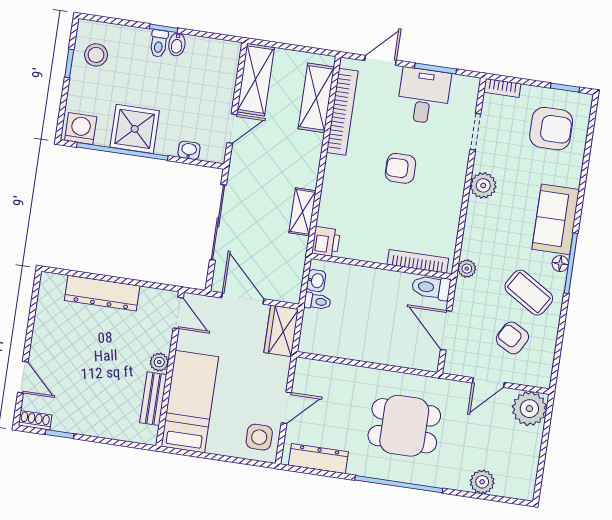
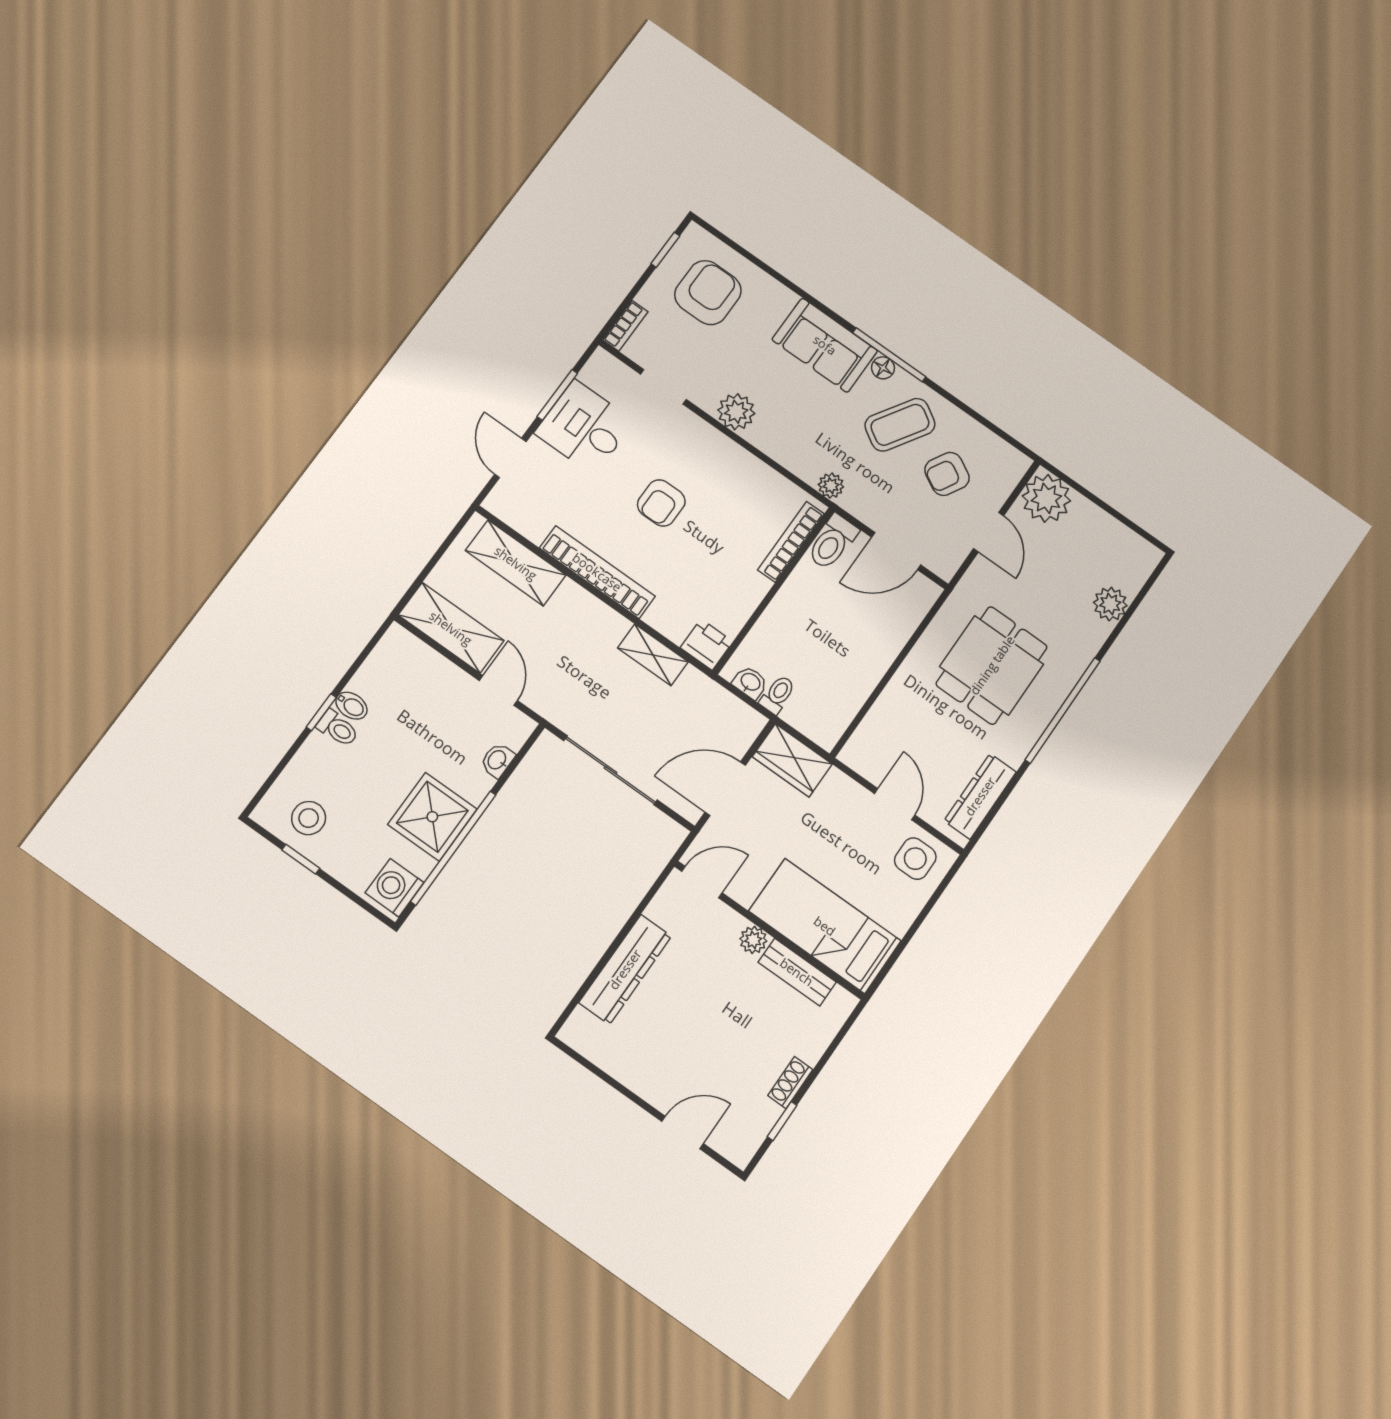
bookcase: (342, 112) -> (597, 572), moved
shoe rack: (35, 420) -> (790, 1083), moved

